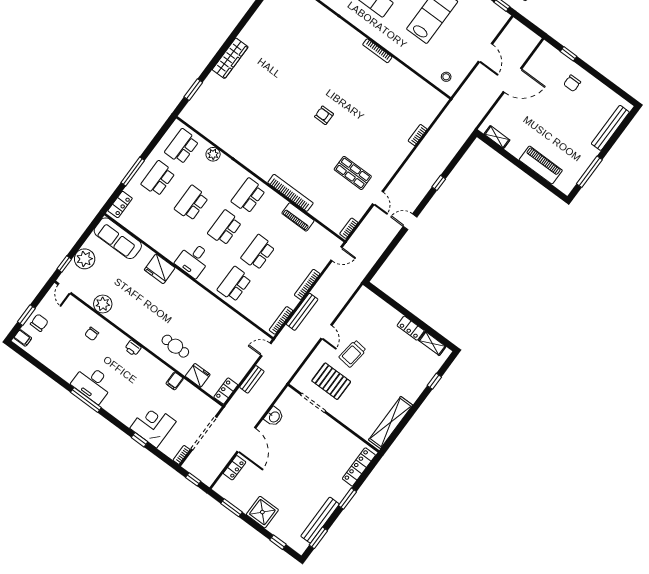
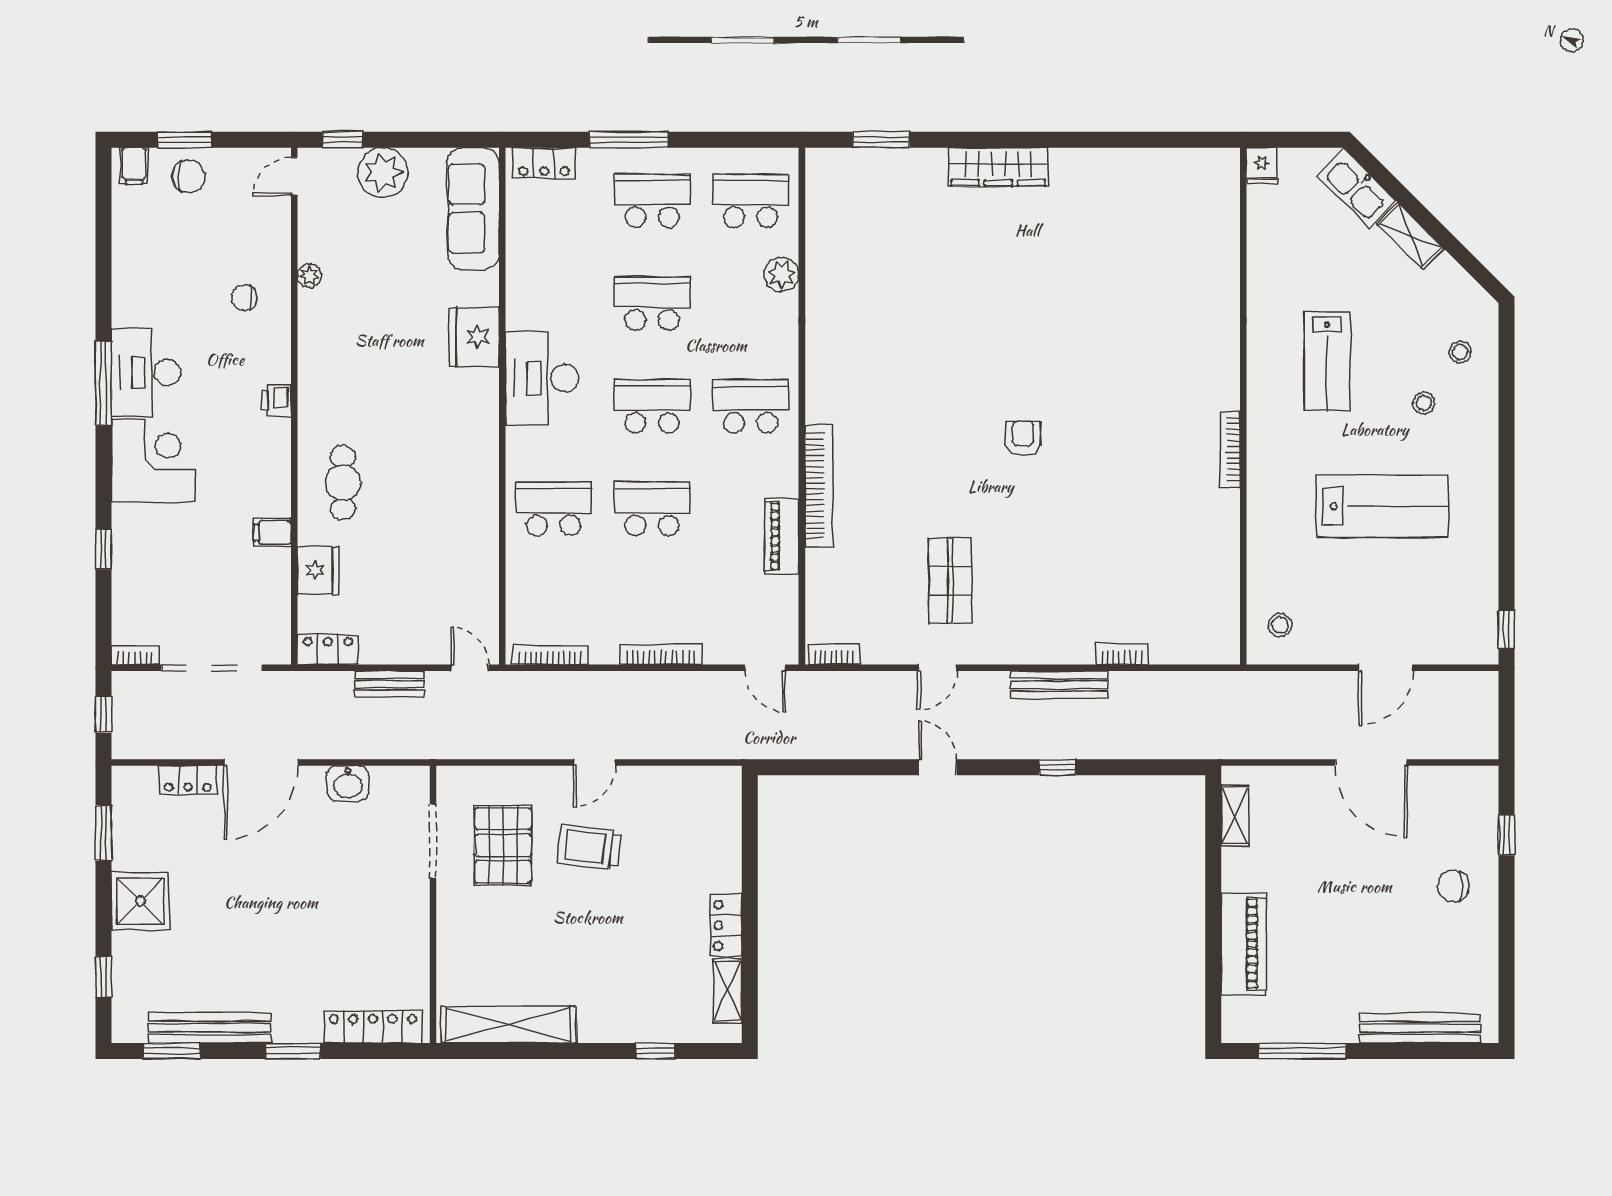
desk: (193, 260) -> (542, 378), width x1.37
plant: (103, 304) -> (309, 276), width x0.53, depth x0.53
bench: (302, 312) -> (1059, 685), moved
corner desk: (153, 425) -> (153, 461), moved

